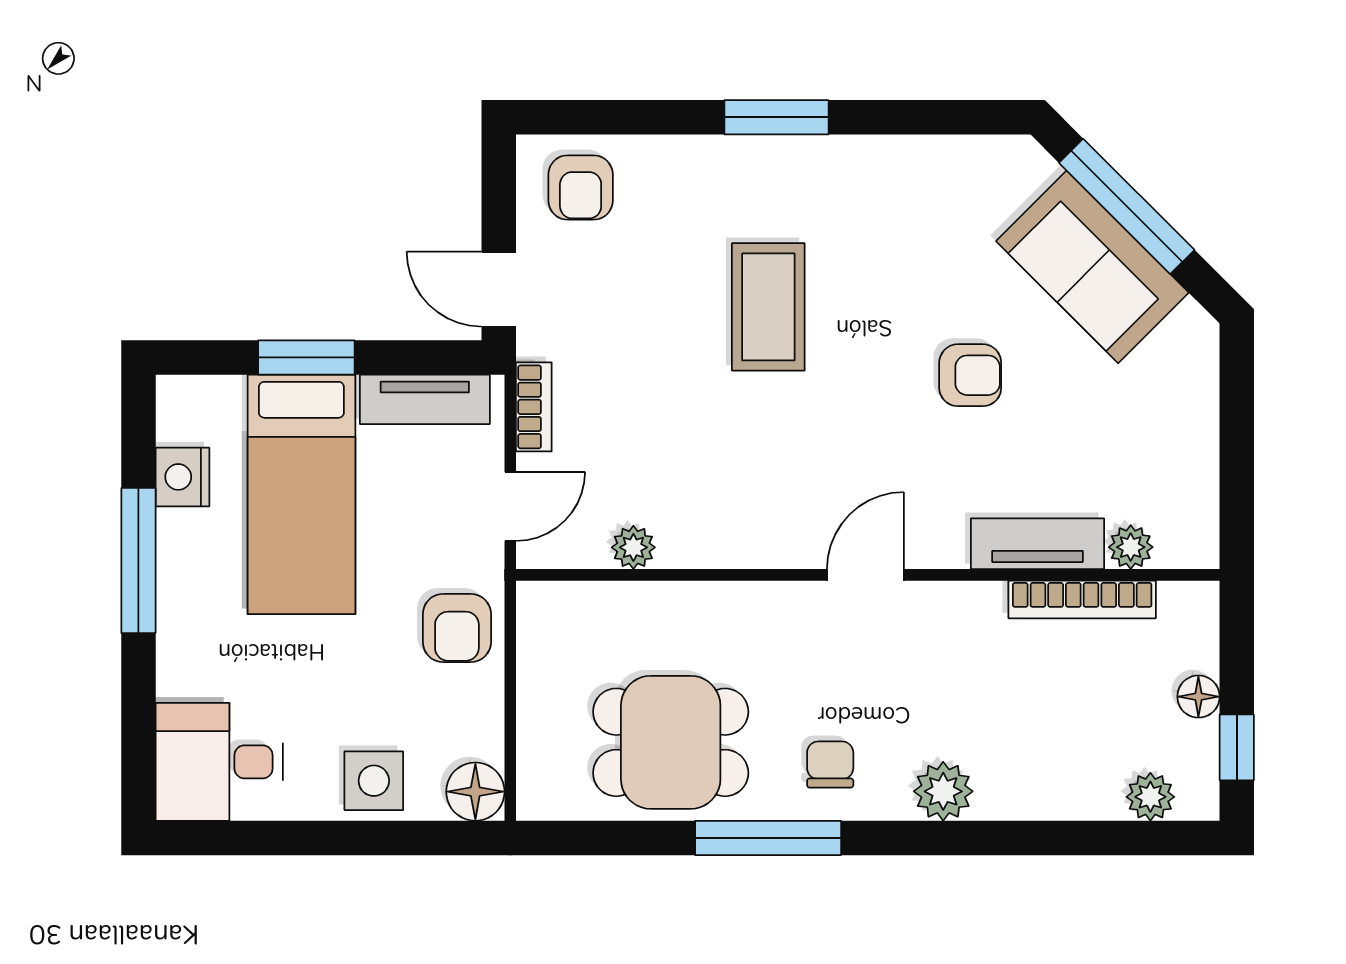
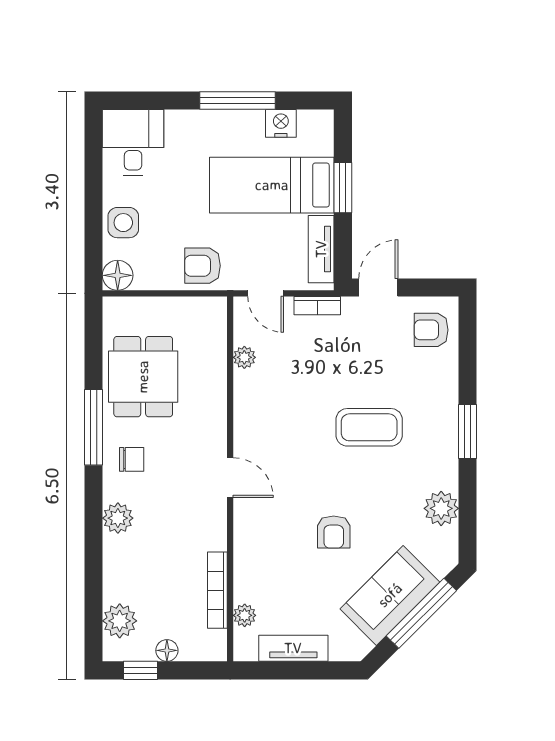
plant: (925, 168) -> (441, 508), added
tv unit: (1038, 544) -> (293, 648), moved, turned -90
plant: (1150, 797) -> (120, 621), width x1.38, depth x1.38

